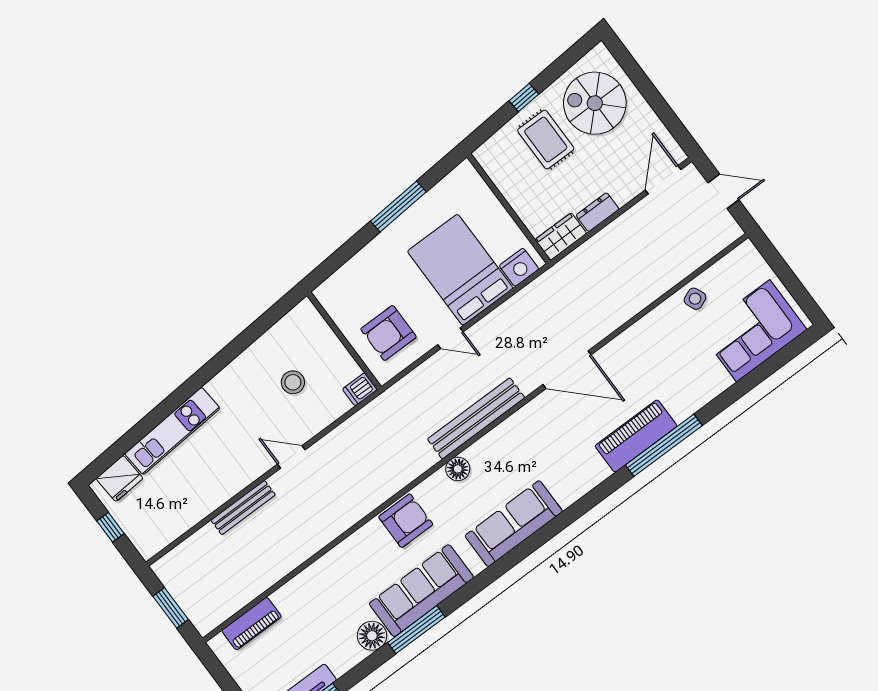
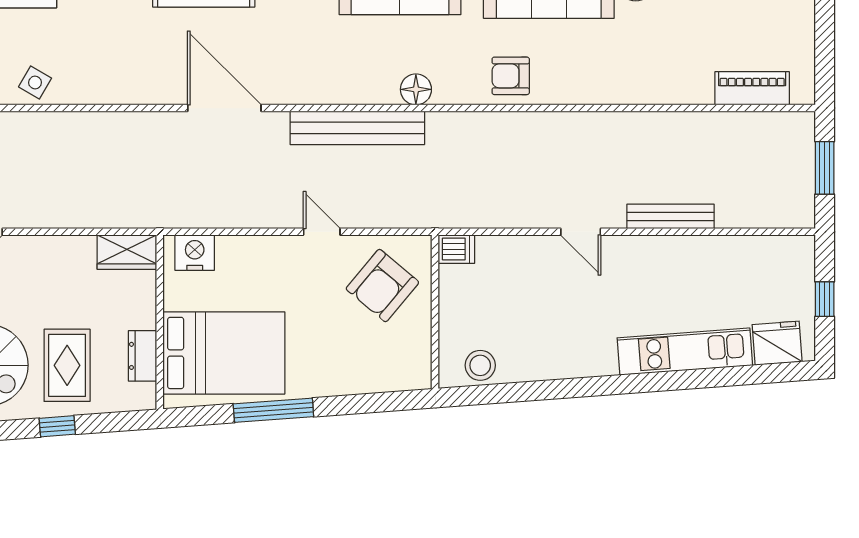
dresser: (598, 212) -> (143, 356), moved, turned 90
bed: (460, 270) -> (224, 353), moved, turned -90
side table: (695, 299) -> (35, 83), turned -37
armchair: (389, 333) -> (382, 286), turned 130
stool: (293, 382) -> (480, 365), moved
armchair: (406, 521) -> (511, 76), width x0.72, depth x0.72

